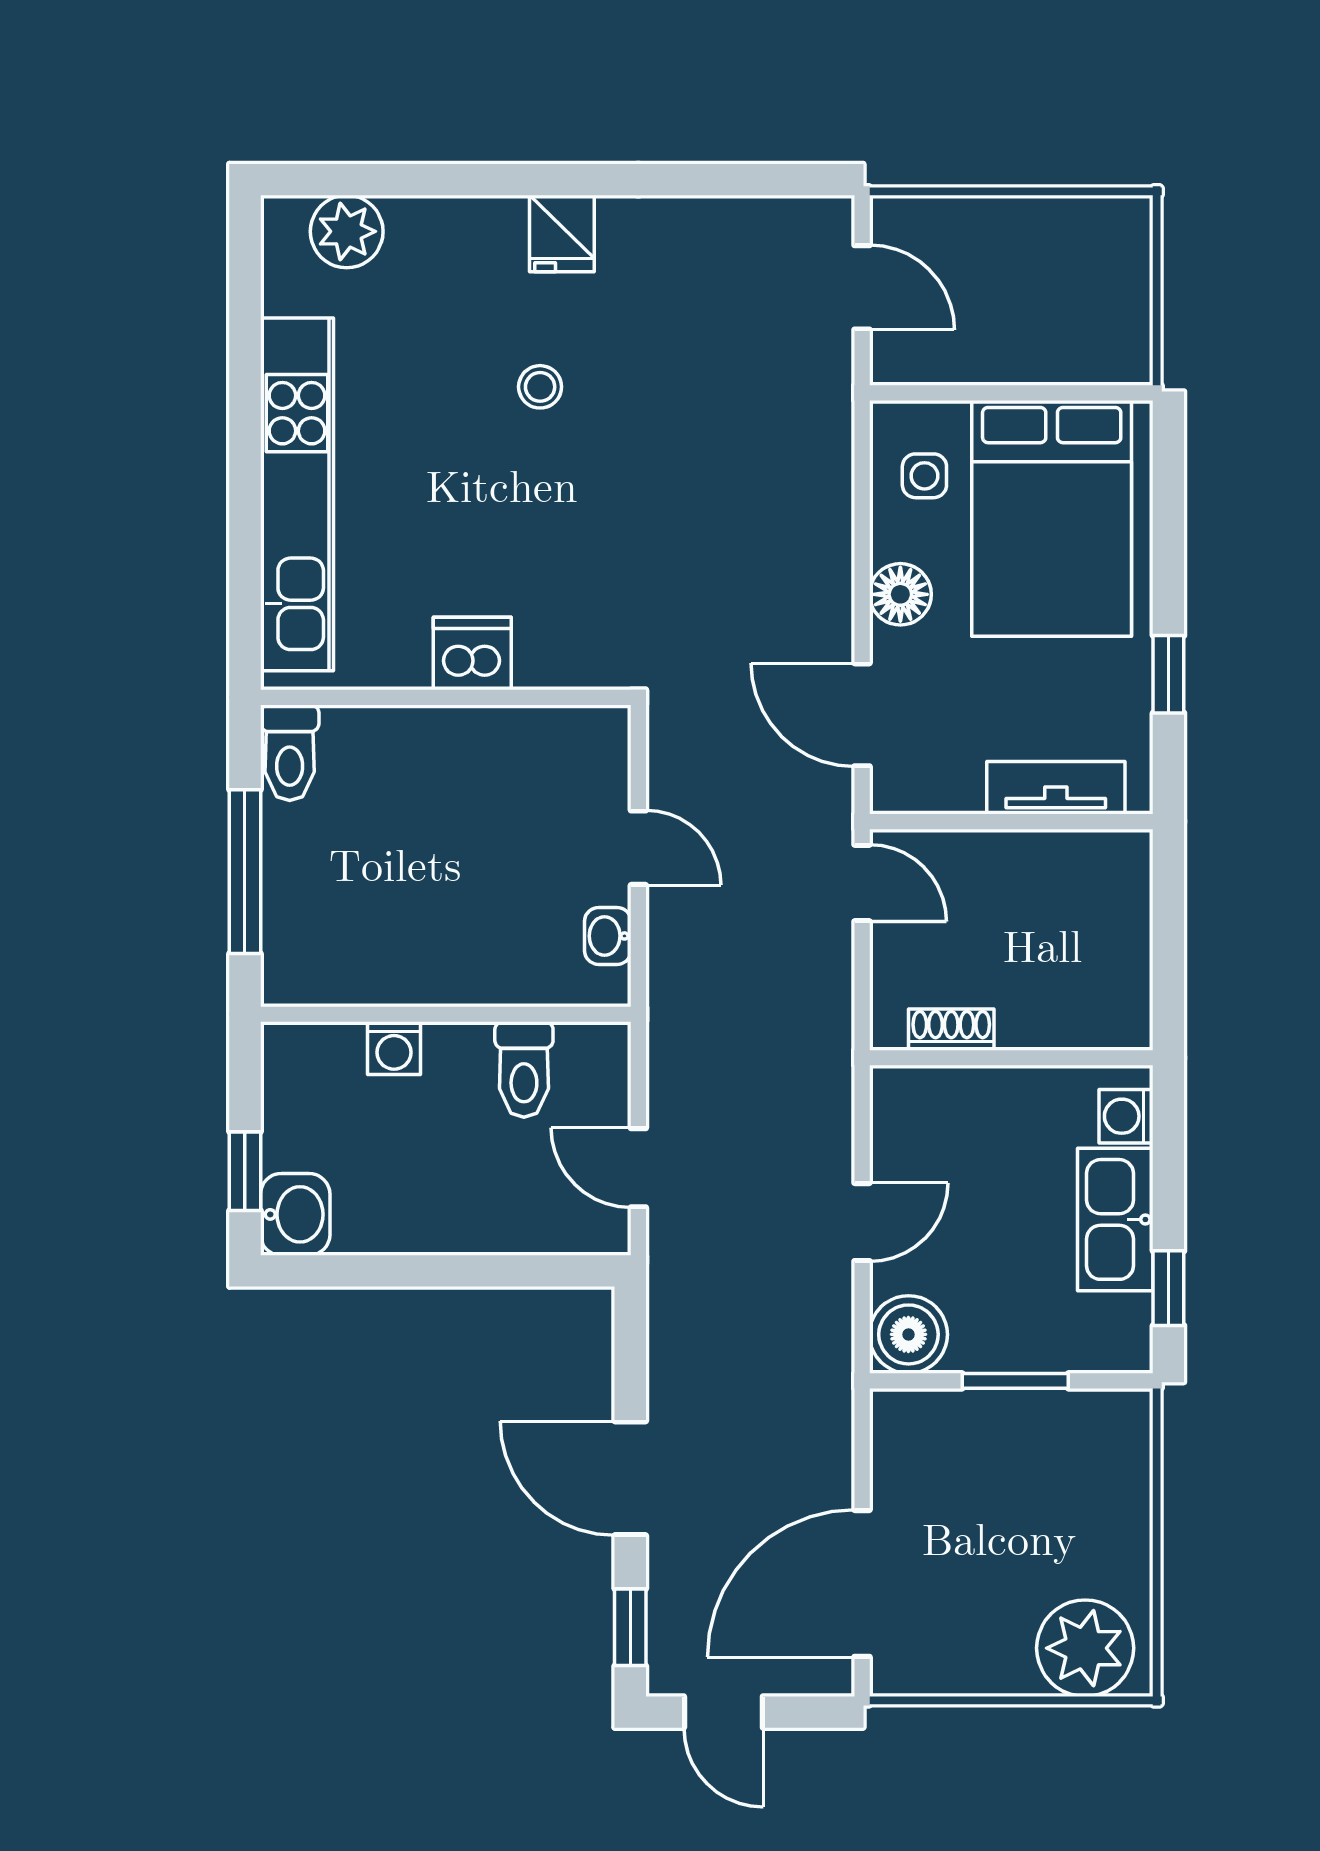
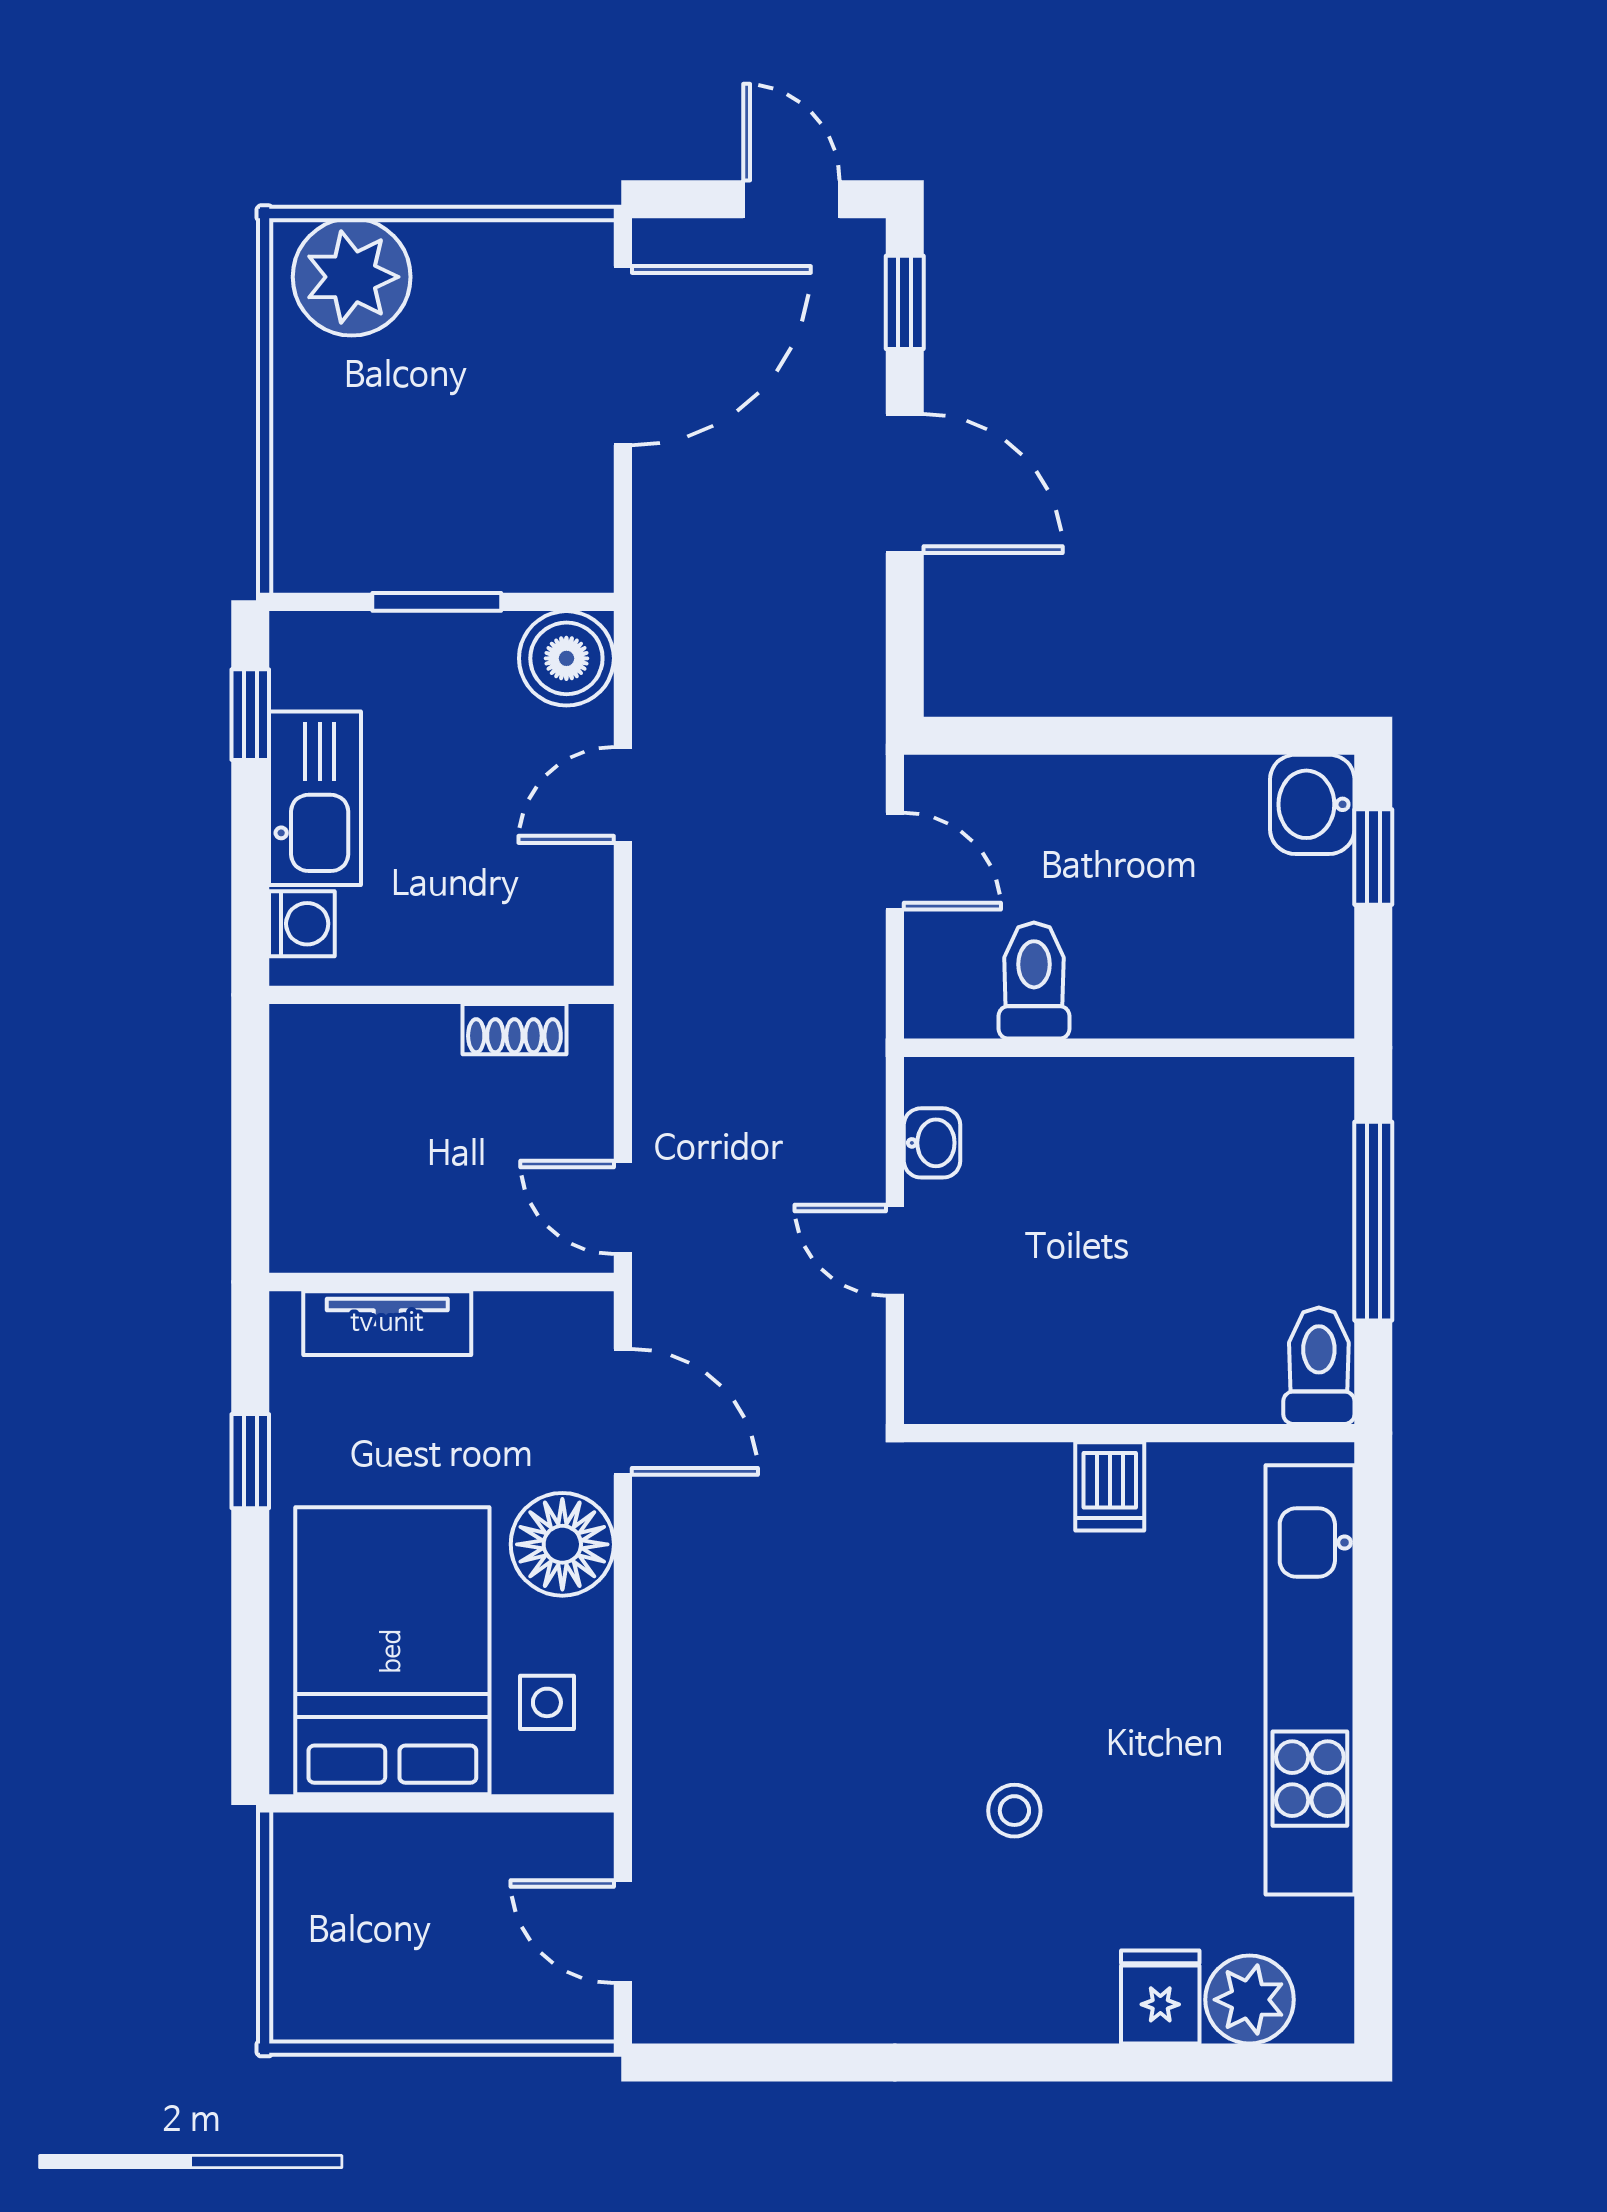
fridge: (562, 234) -> (1160, 1997), moved
floor lamp: (900, 594) -> (562, 1544), width x1.38, depth x1.38
dishwasher: (472, 653) -> (1110, 1486), width x0.73
washing machine: (394, 1048) -> (1192, 1006), removed

